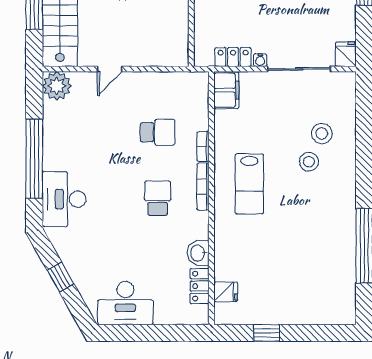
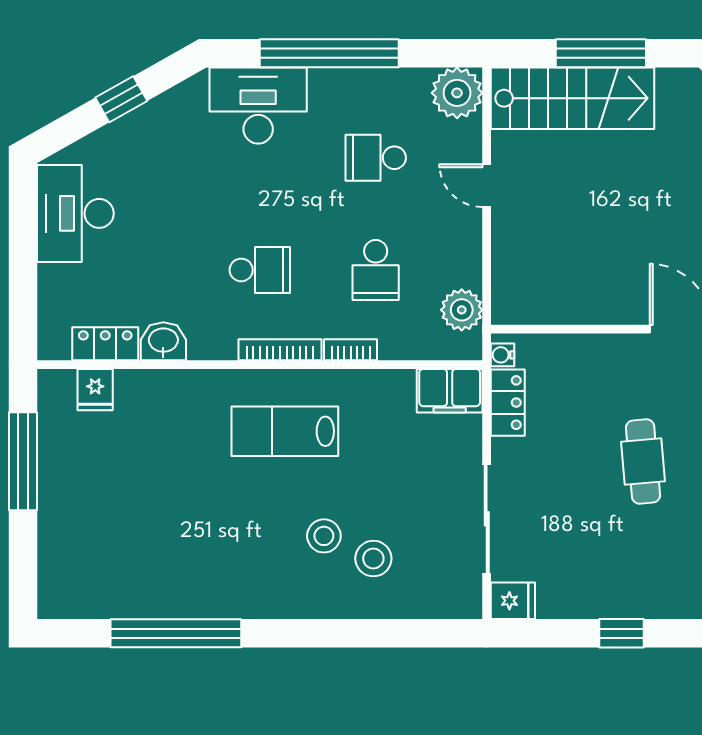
water cooler: (260, 60) -> (503, 355), moved
plant: (180, 83) -> (462, 310), added
school desk: (94, 132) -> (376, 158), added
window: (266, 333) -> (23, 461), width x2.17

